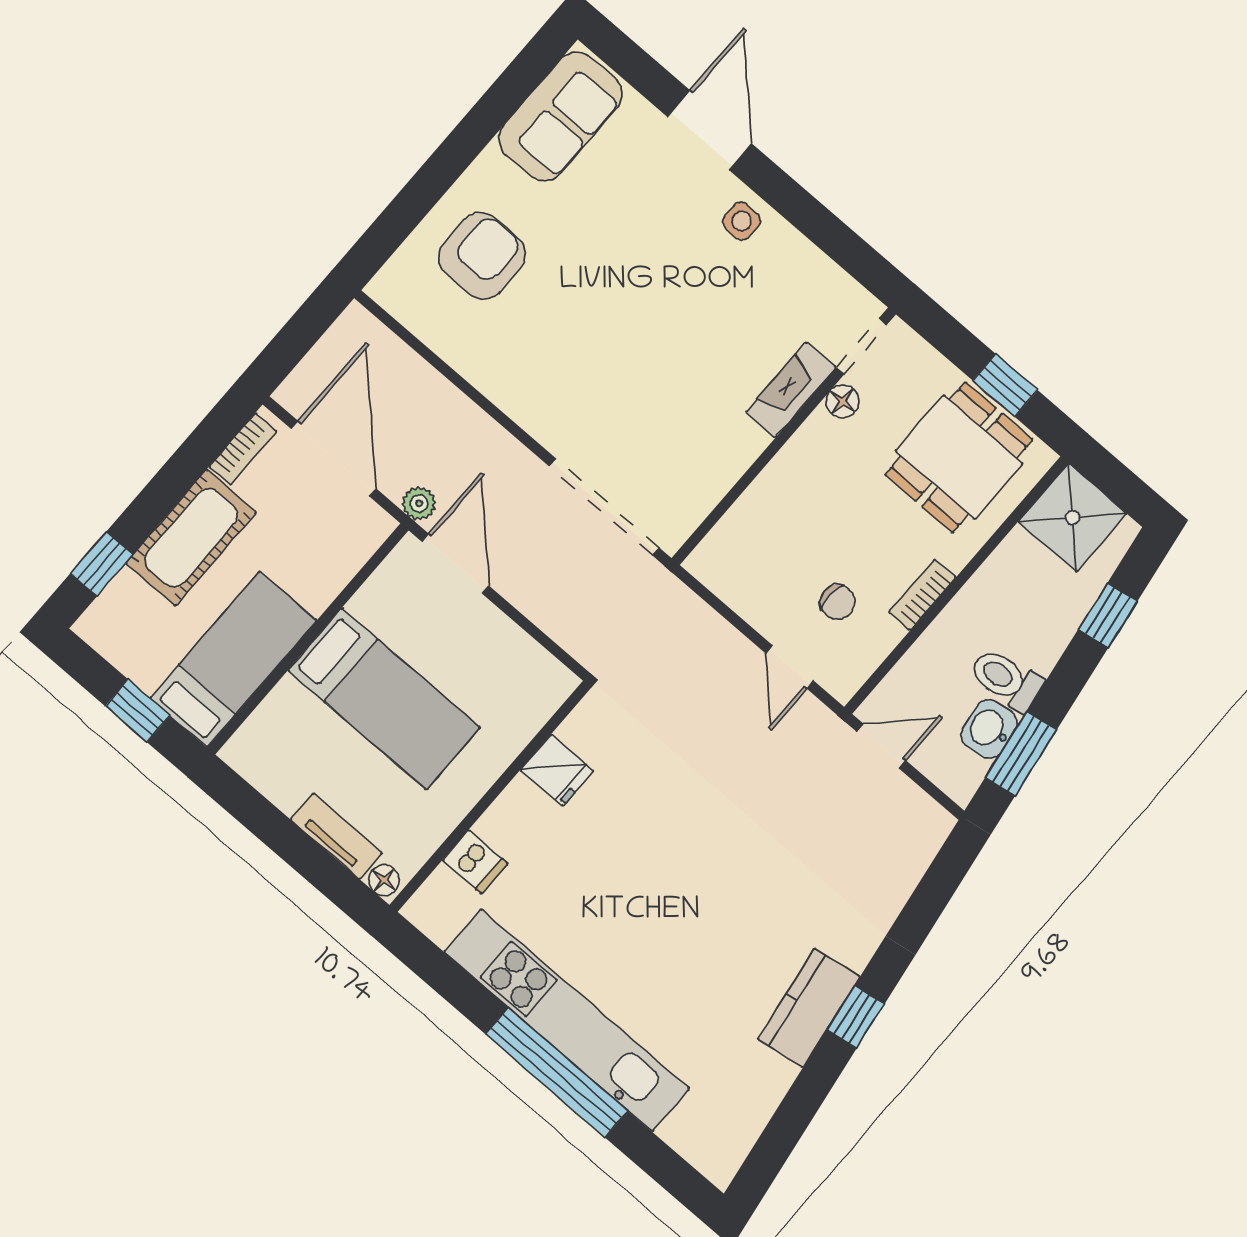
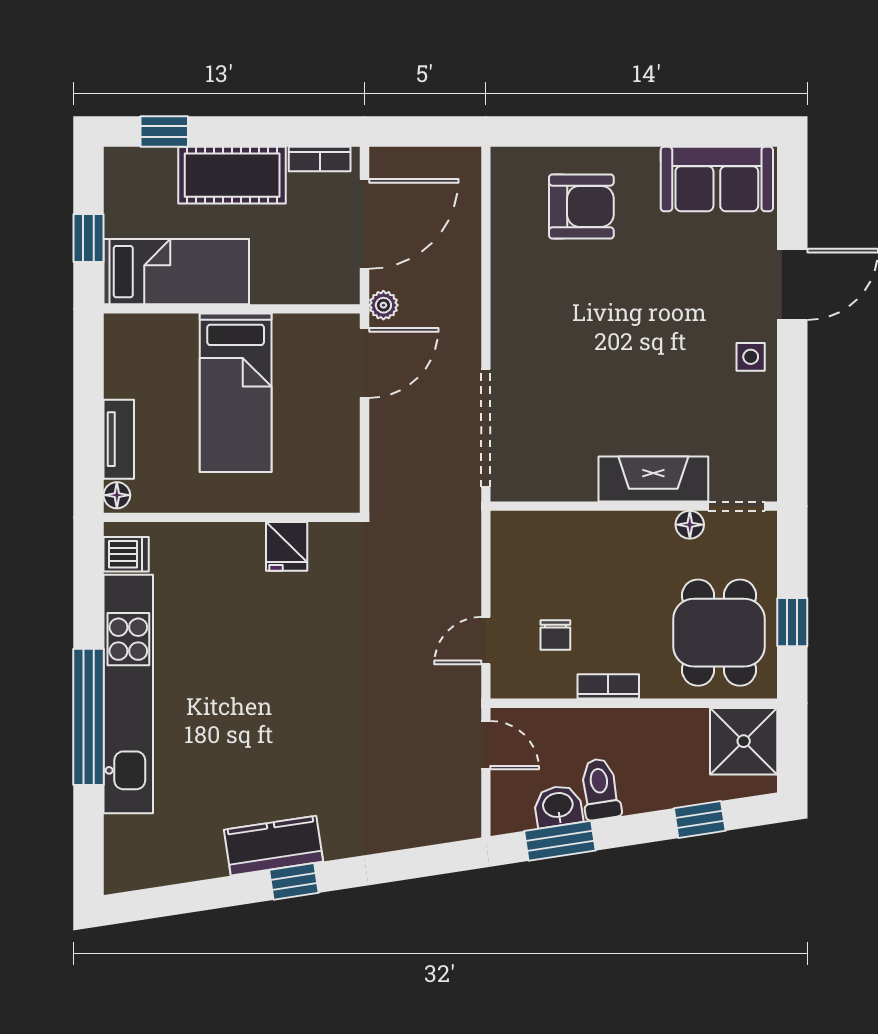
fireplace: (791, 390) -> (653, 479), width x1.37, depth x1.32
dining table: (959, 457) -> (719, 633), turned 90
dishwasher: (475, 862) -> (126, 554), moved, turned -90

